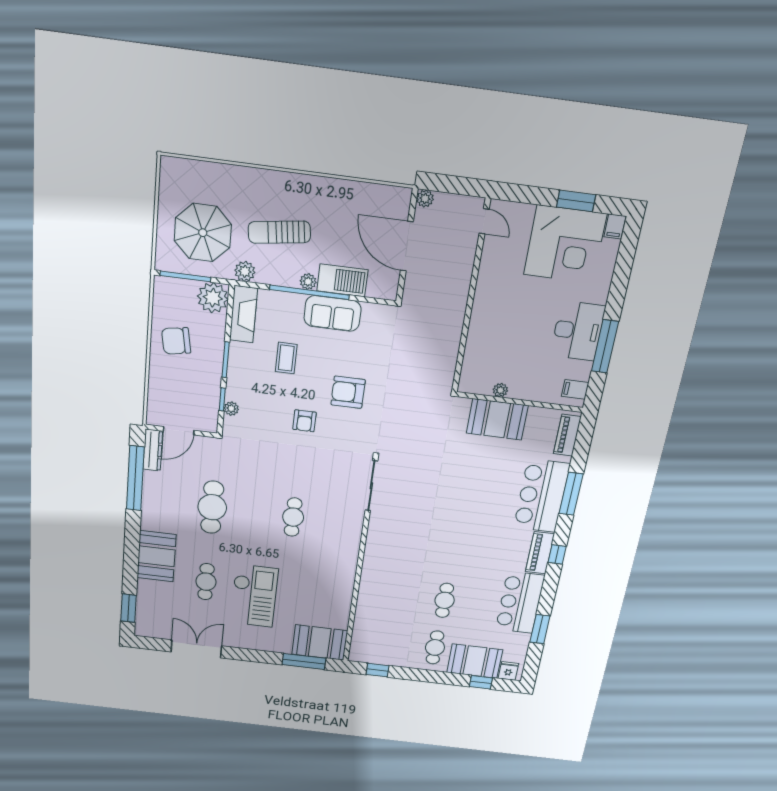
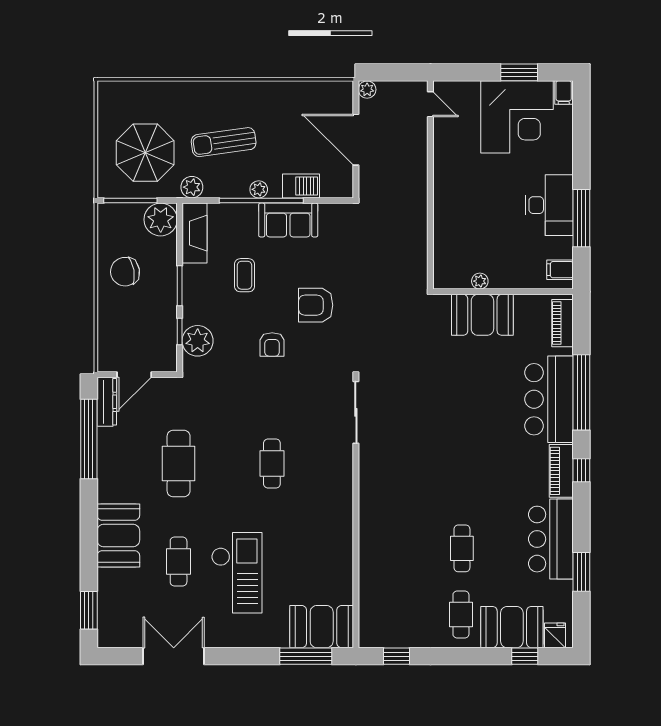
barbecue: (342, 280) -> (301, 186), width x0.73, depth x0.83
plant: (231, 409) -> (198, 341), width x1.88, depth x1.88
window: (571, 494) -> (581, 392), width x1.46

